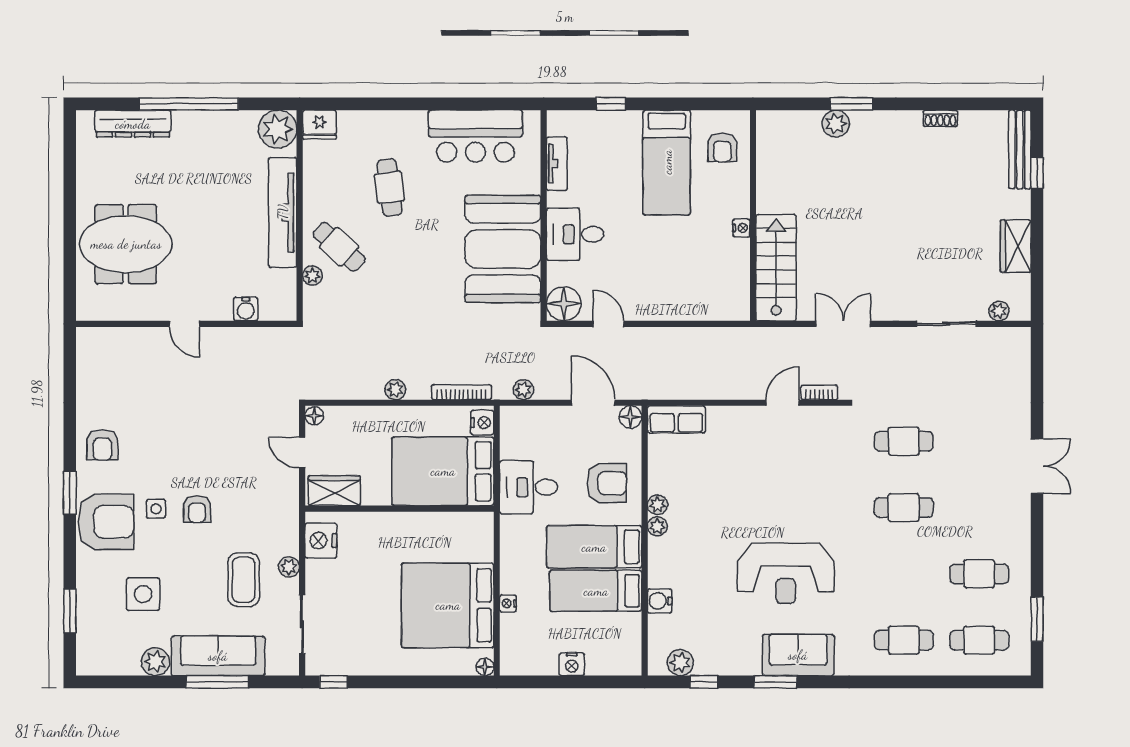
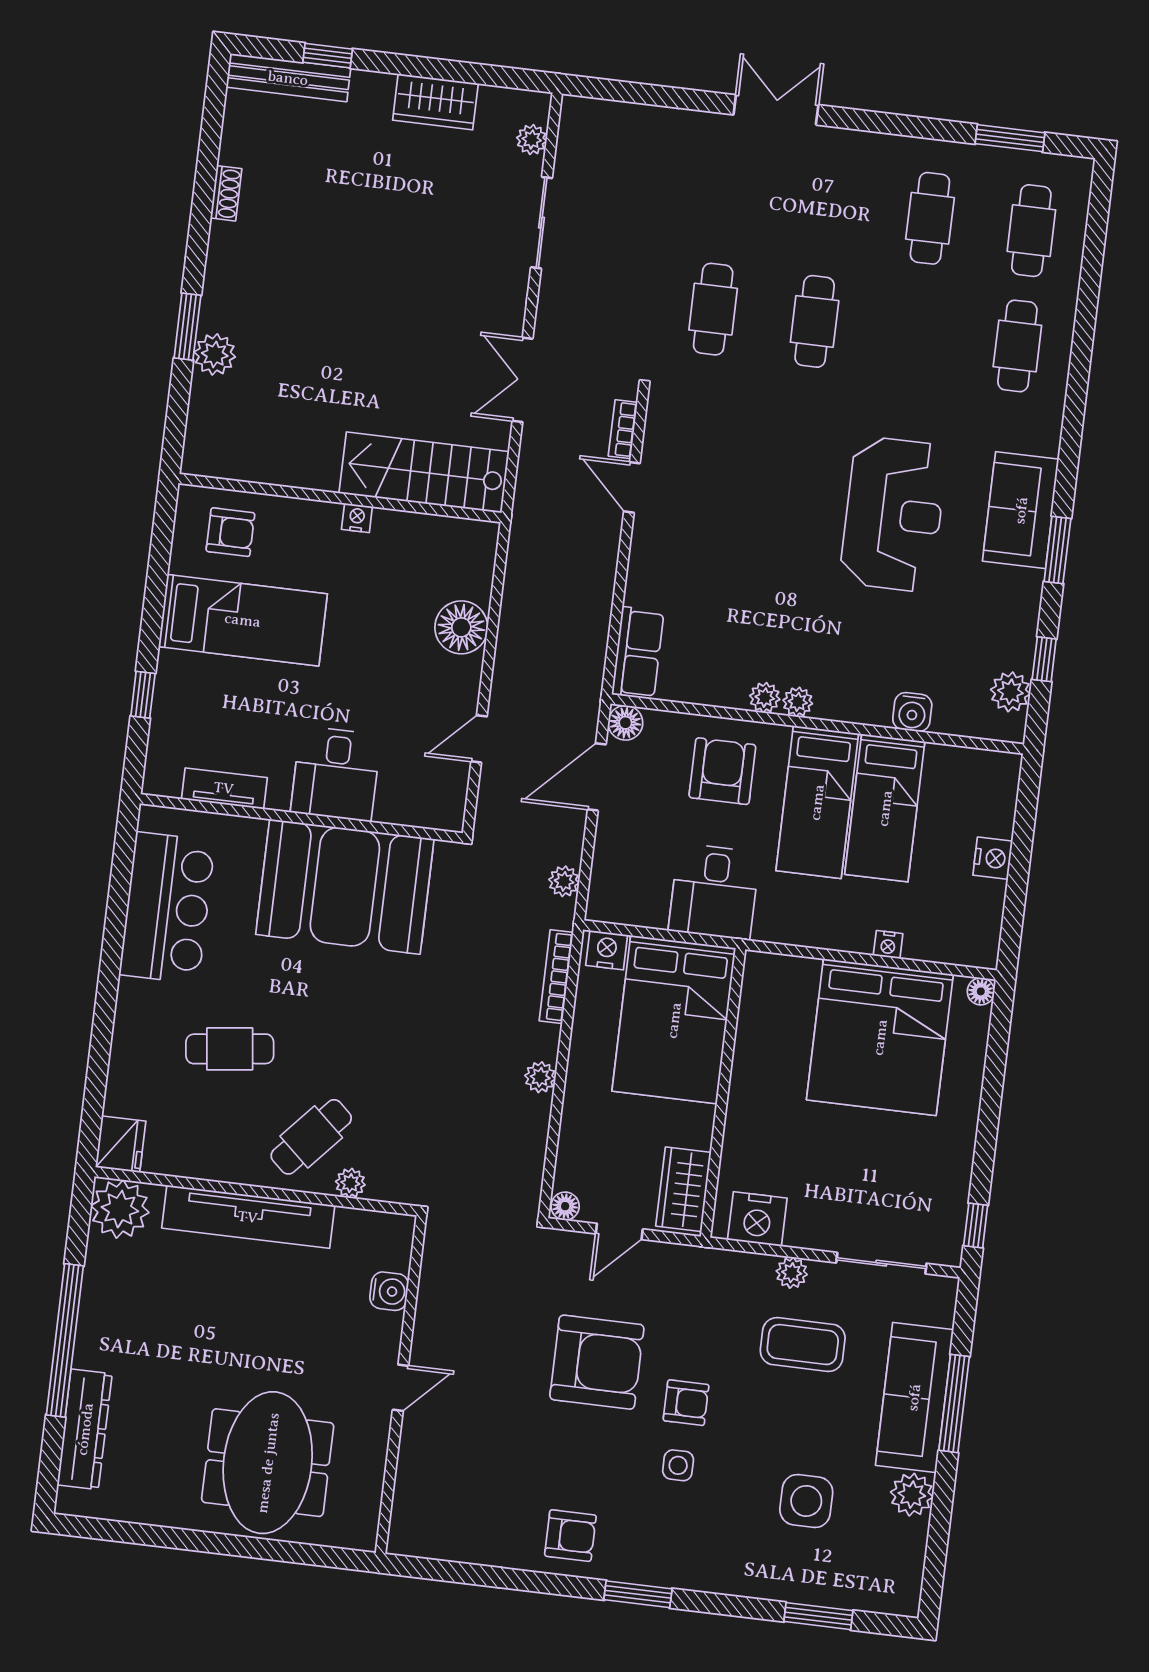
floor lamp: (564, 304) -> (461, 627), moved
armchair: (106, 522) -> (597, 1362), moved, turned 90

